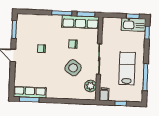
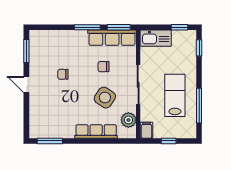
kitchen sink: (133, 25) -> (156, 38), moved
row of seats: (30, 92) -> (96, 131), moved

